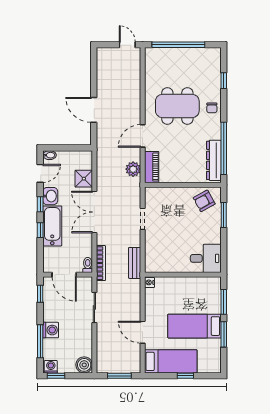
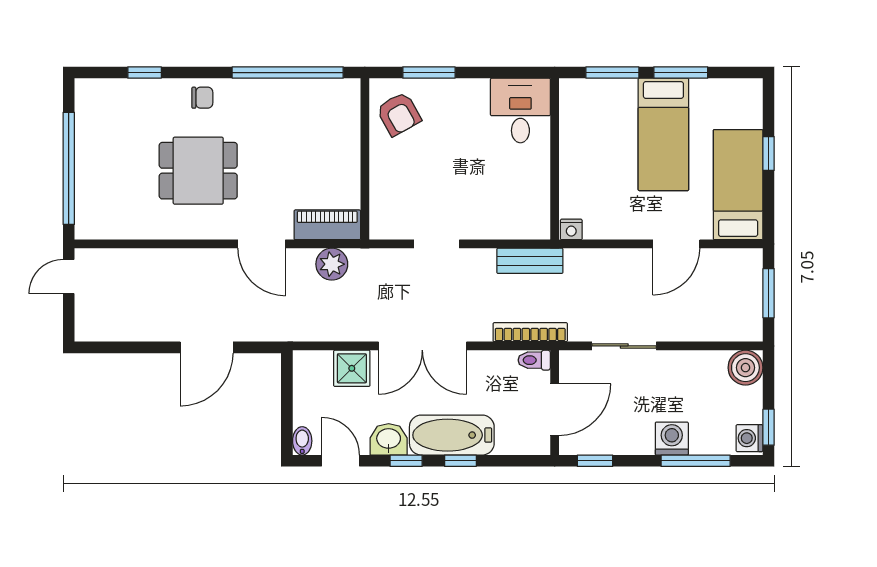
dining table: (177, 106) -> (198, 171), width x0.73
dresser: (214, 160) -> (313, 93), removed

